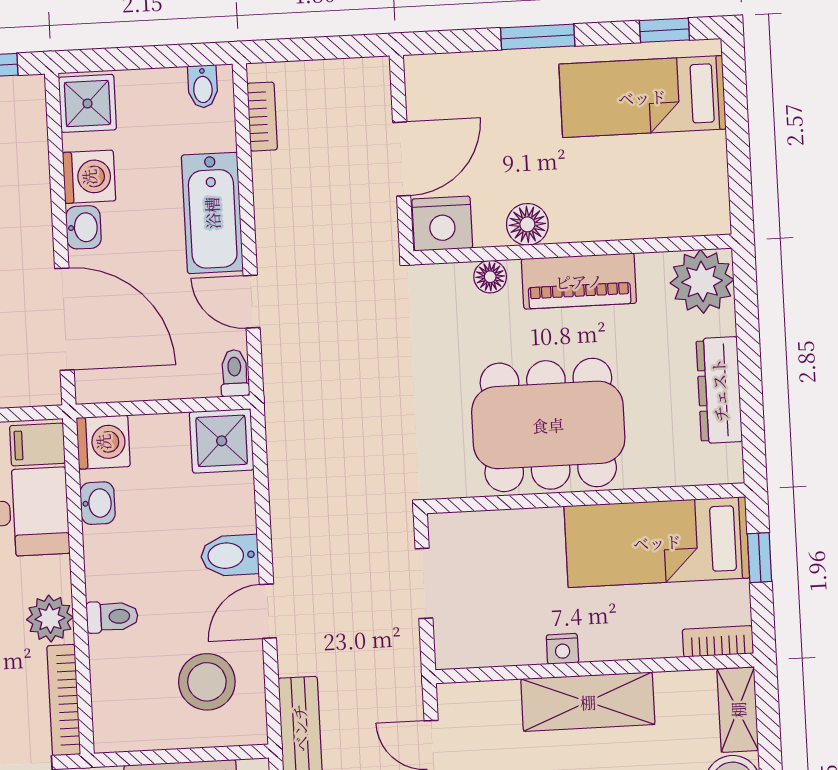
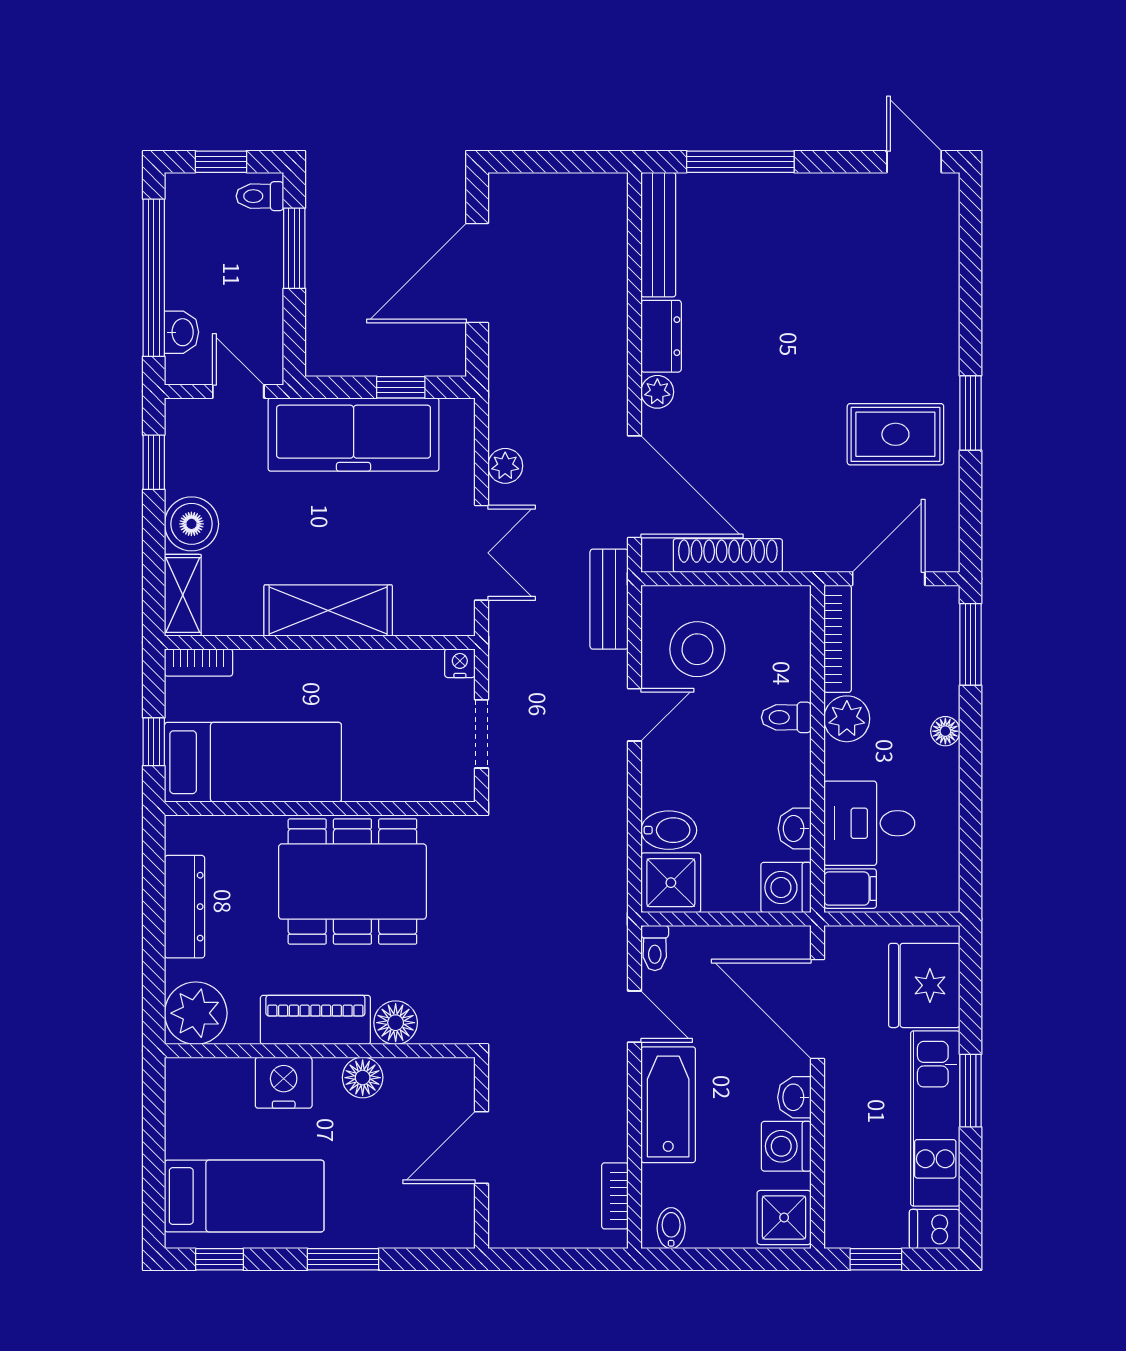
nightstand: (442, 224) -> (284, 1083), moved
floor lamp: (490, 277) -> (396, 1023), width x1.37, depth x1.37
bidet: (230, 555) -> (669, 830), moved
nightstand: (562, 649) -> (460, 663), moved

